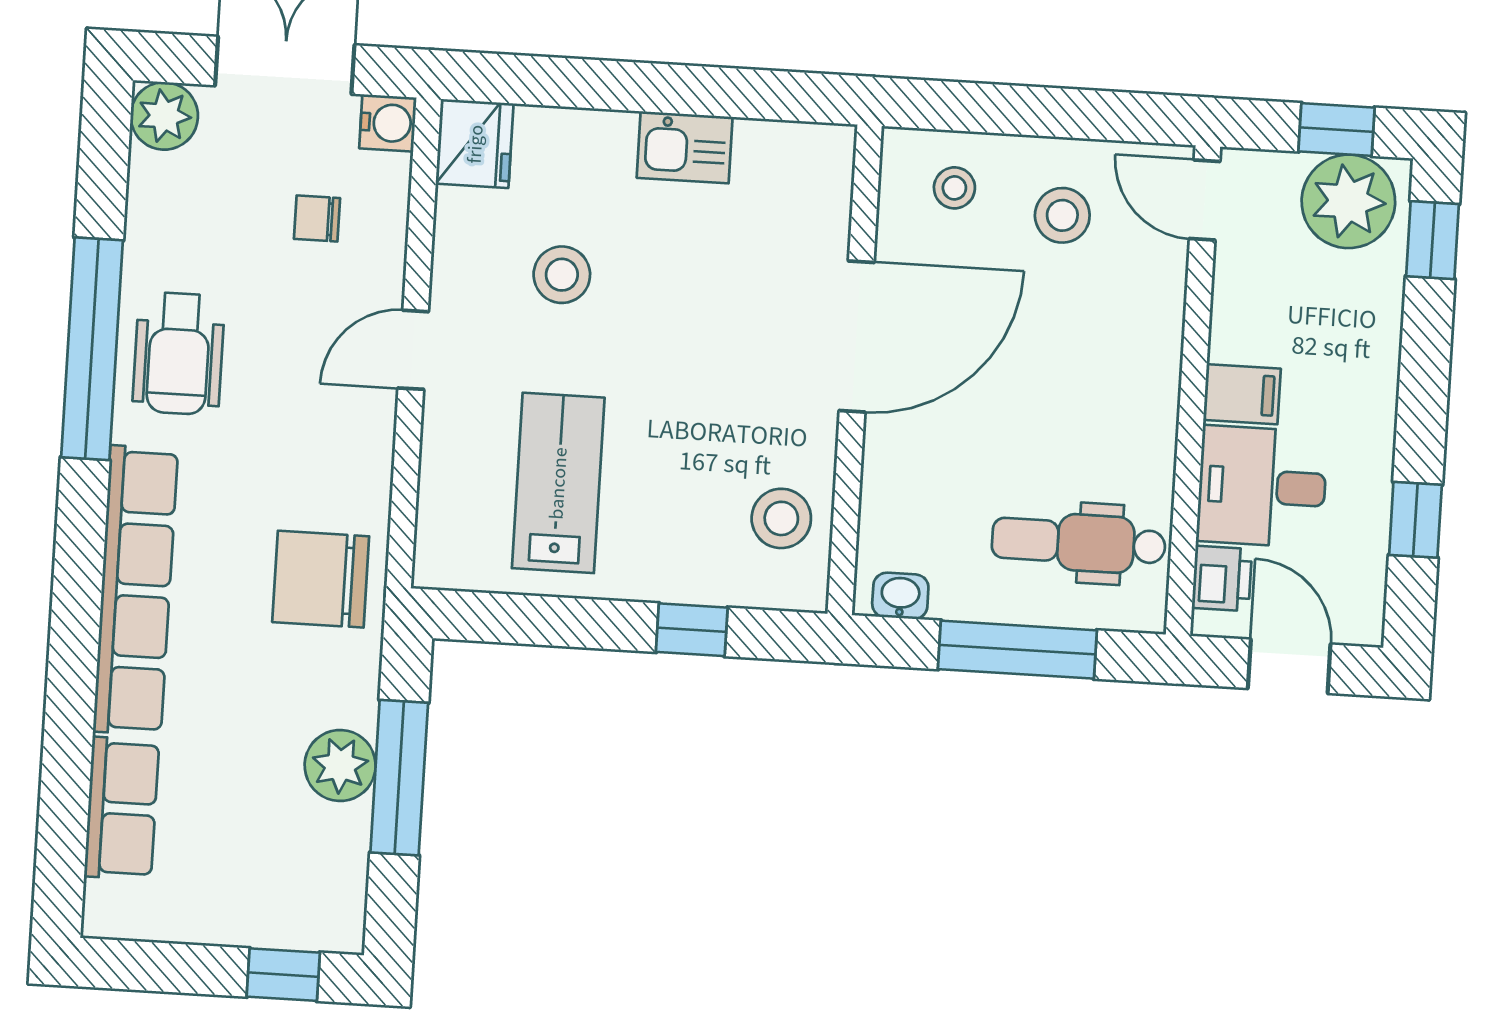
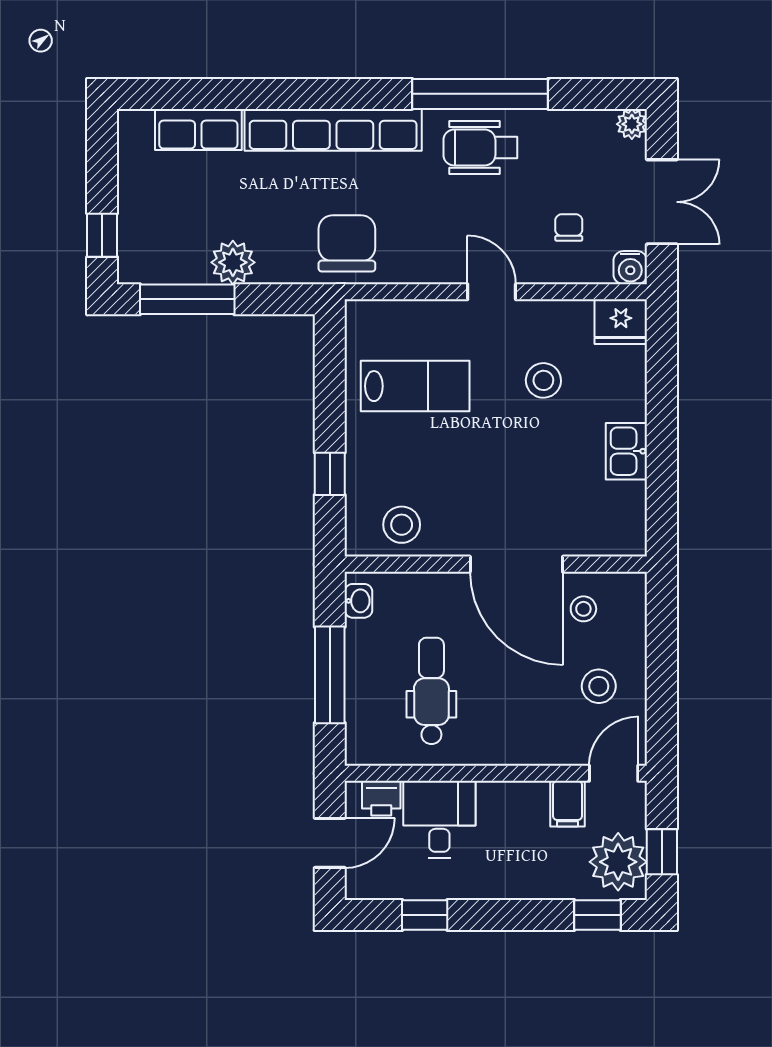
plant: (164, 116) -> (632, 124), width x0.73, depth x0.73
stool: (954, 188) -> (583, 609), moved
filing cabinet: (1242, 394) -> (567, 804), moved
dental chair: (1079, 542) -> (431, 691), moved
window: (399, 778) -> (187, 299), moved

